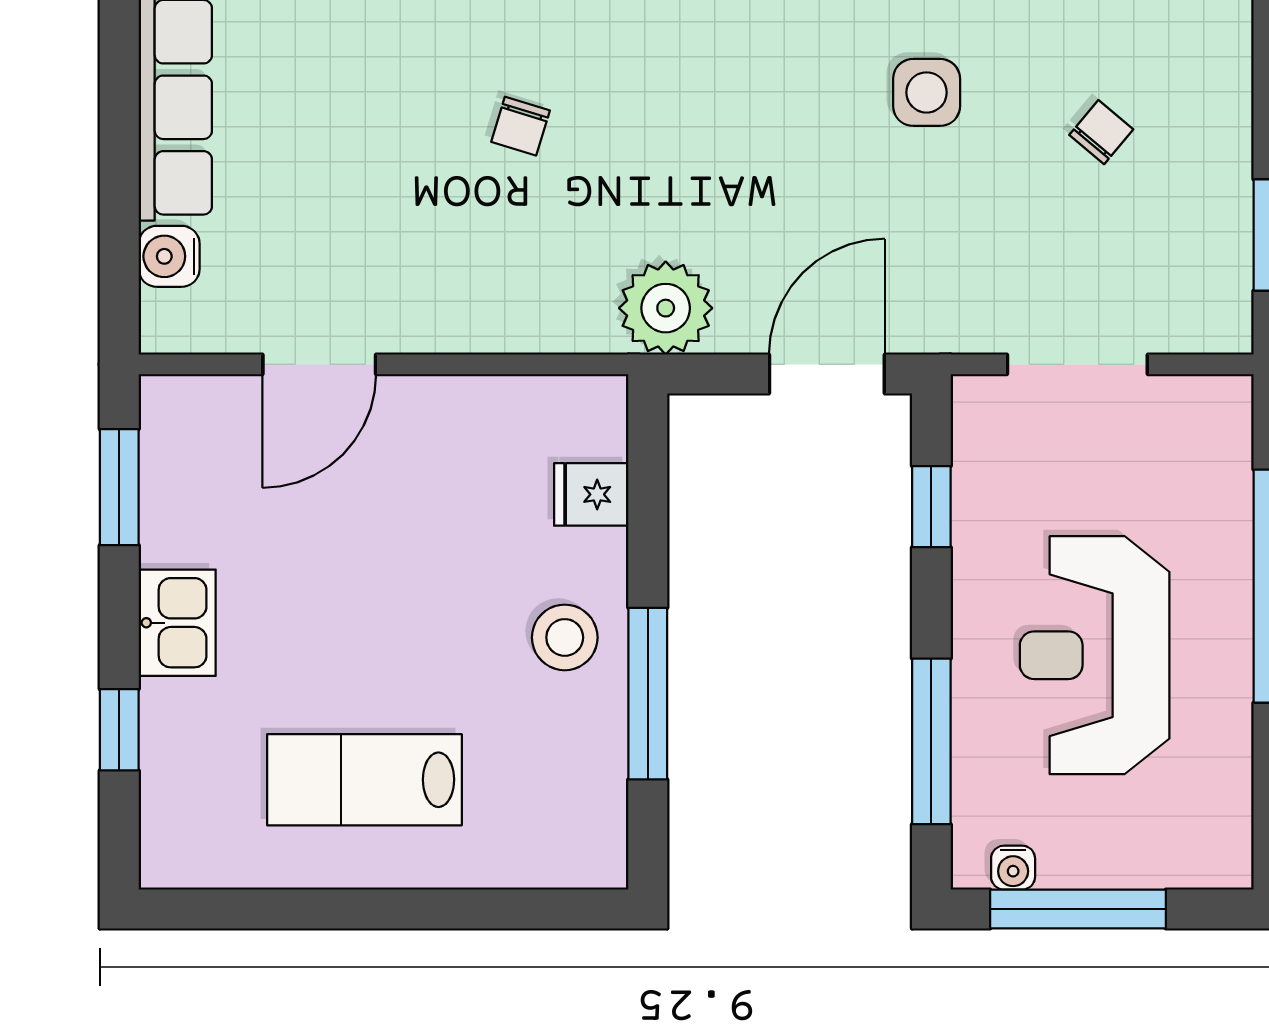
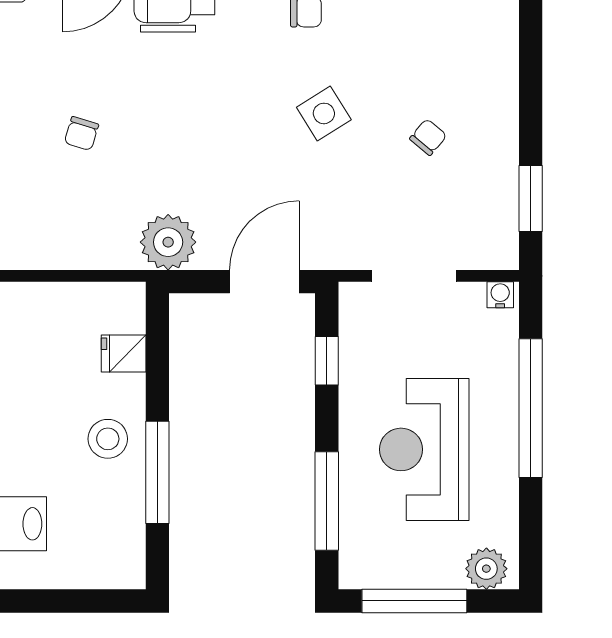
side table: (927, 92) -> (324, 113), turned -32
plant: (1199, 855) -> (486, 569), added
water cooler: (1013, 868) -> (500, 295), moved, turned 180

